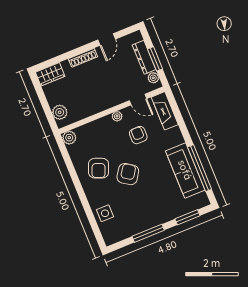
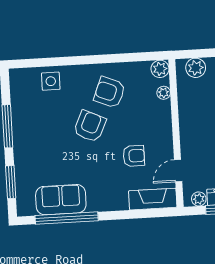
plant: (117, 116) -> (164, 93), moved
sofa: (185, 170) -> (61, 200), width x0.73
armchair: (128, 174) -> (90, 126), turned -99

